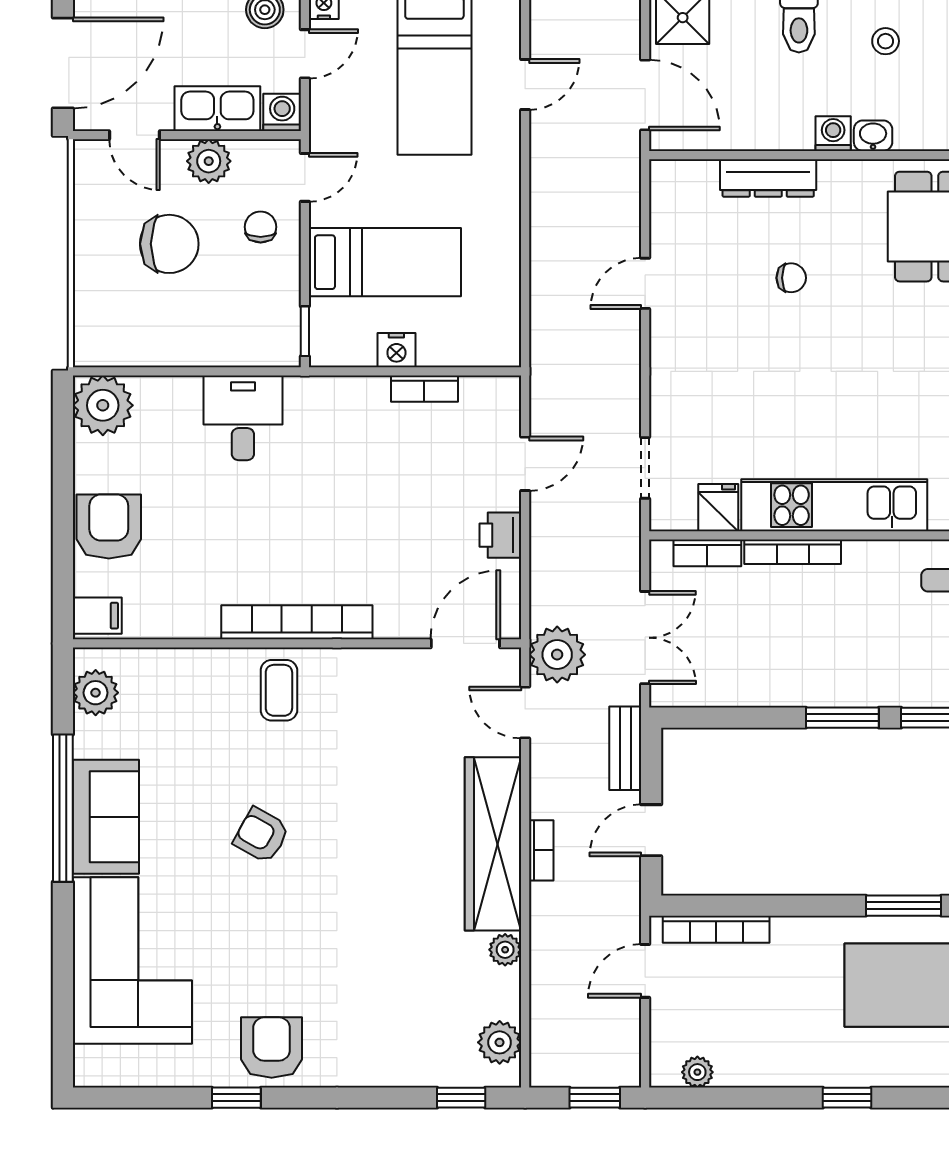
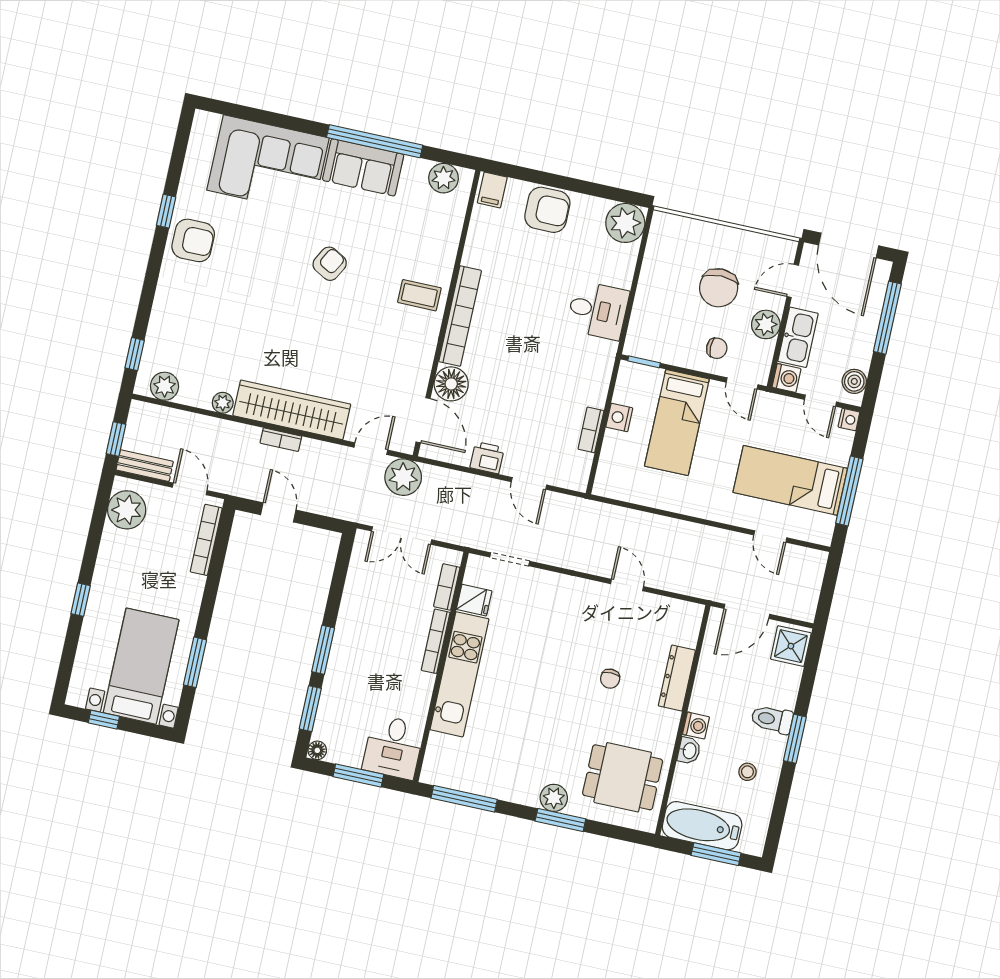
floor lamp: (402, 613) -> (451, 384), added
bench: (625, 748) -> (145, 466), moved
plant: (697, 1072) -> (127, 510), width x1.88, depth x1.88

